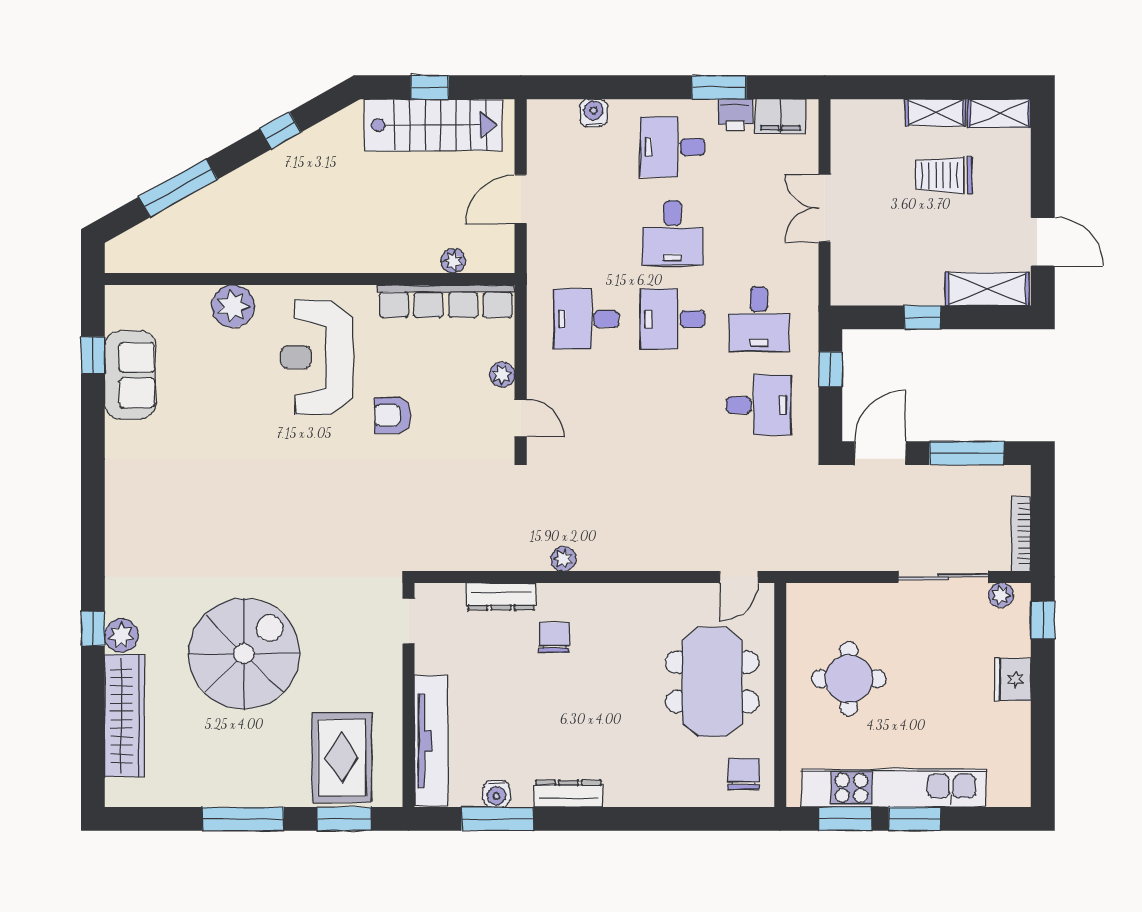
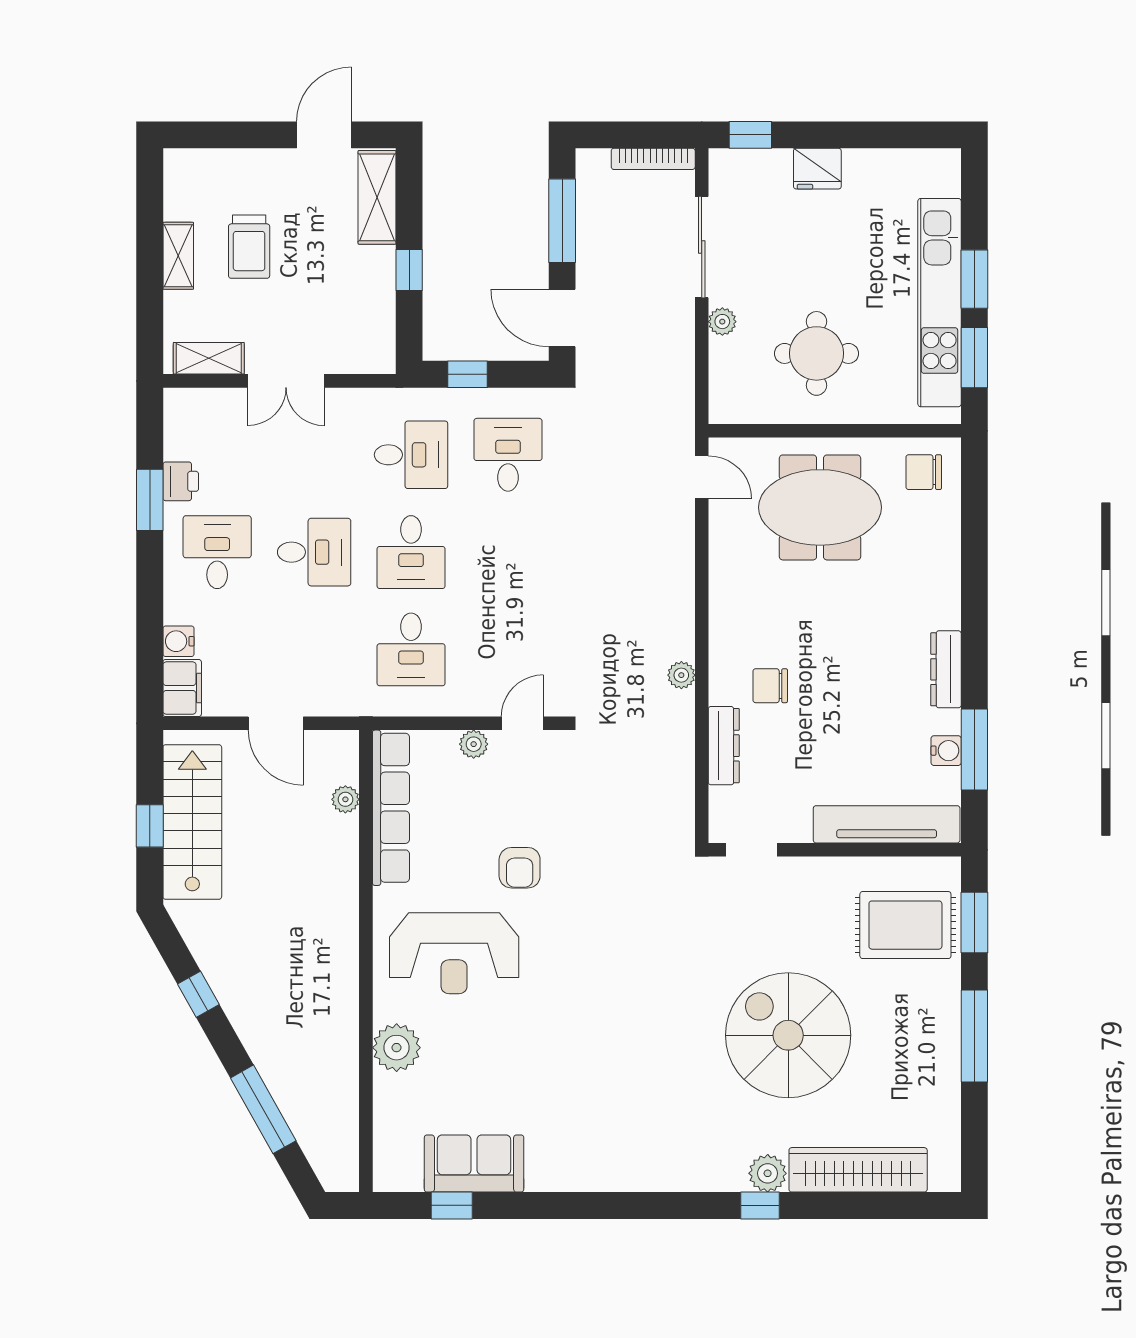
shelving: (999, 113) -> (209, 358), moved, turned 90
filing cabinet: (780, 116) -> (182, 688), moved
desk: (673, 147) -> (217, 552), turned 180
plant: (1001, 595) -> (722, 322), moved

